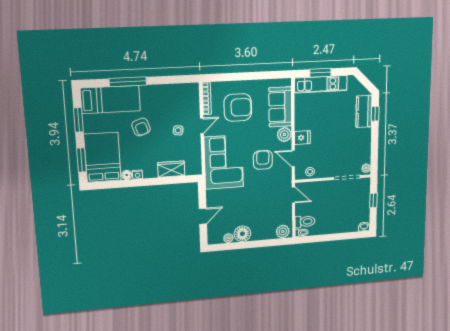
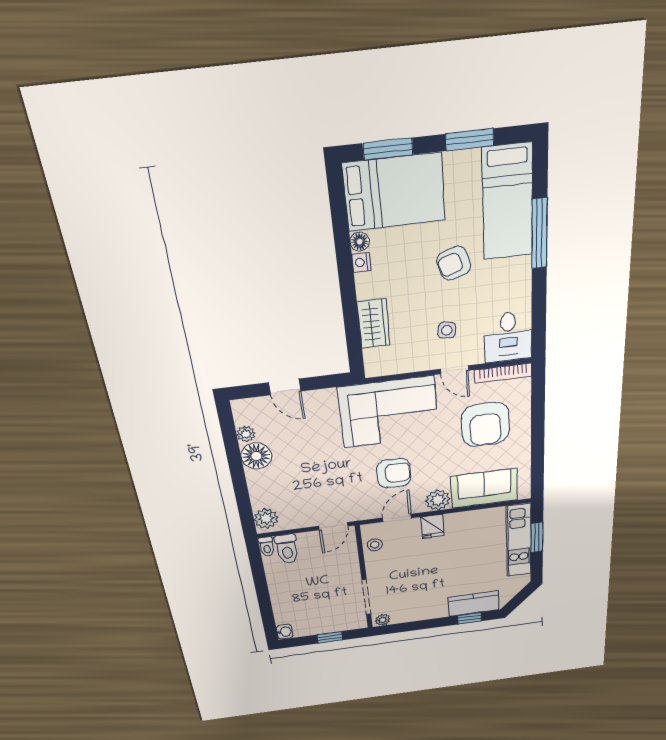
desk: (185, 96) -> (508, 337), added

